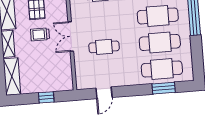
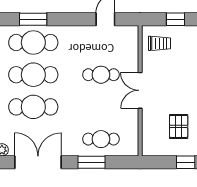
trolley: (40, 34) -> (160, 43), moved
double door: (71, 37) -> (140, 90), swing flipped

